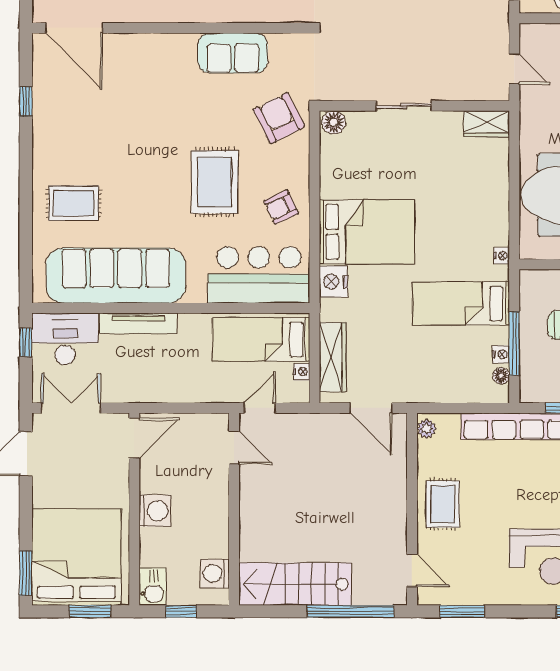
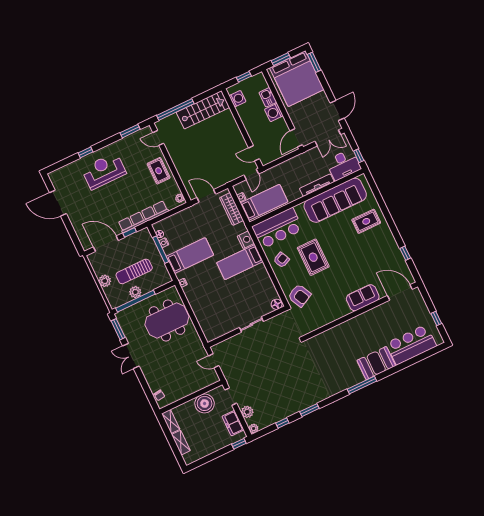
sofa: (233, 53) -> (363, 298), moved
wardrobe: (487, 124) -> (214, 333), removed
bed: (367, 232) -> (240, 262), width x0.67
kitchen sink: (153, 586) -> (268, 97), moved

